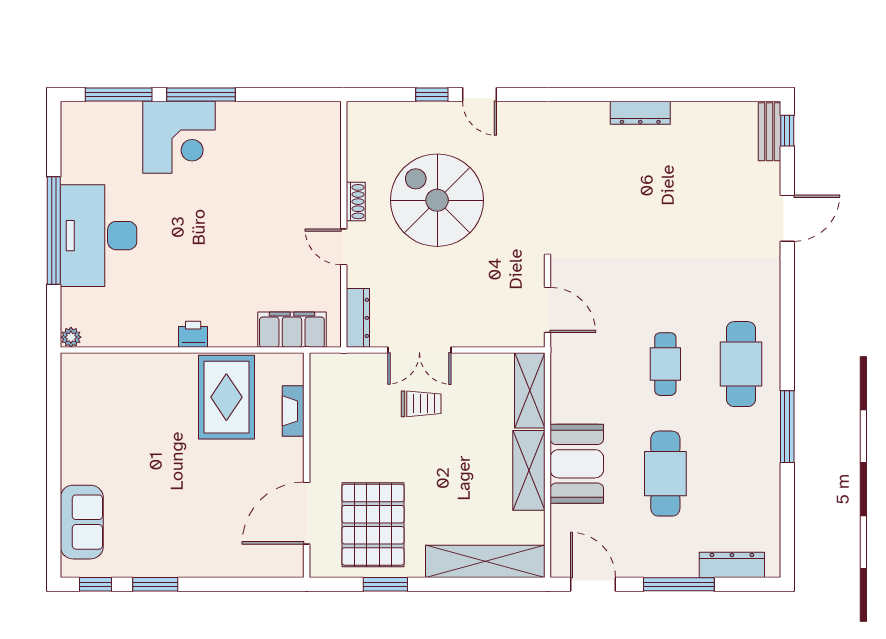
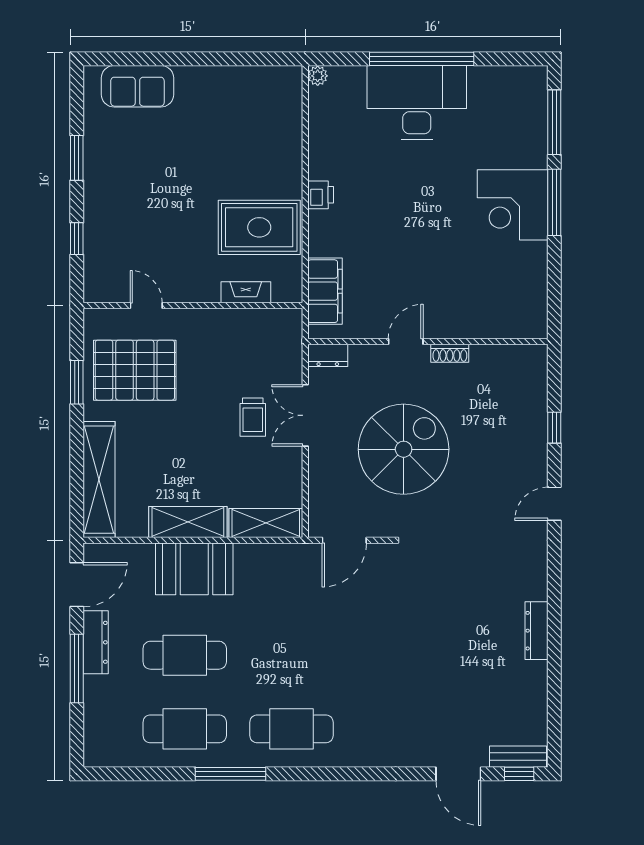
door: (479, 94) -> (554, 504), moved
corner desk: (179, 137) -> (513, 205), moved
spiral stairs: (437, 200) -> (404, 449), moved
door: (787, 218) -> (458, 774), moved
dresser: (358, 318) -> (328, 355), width x0.70
cafe table: (665, 364) -> (185, 729), moved, width x1.37, depth x1.35
door: (307, 513) -> (146, 305), width x0.53
dresser: (732, 565) -> (96, 642), moved
window: (96, 584) -> (77, 239), moved

